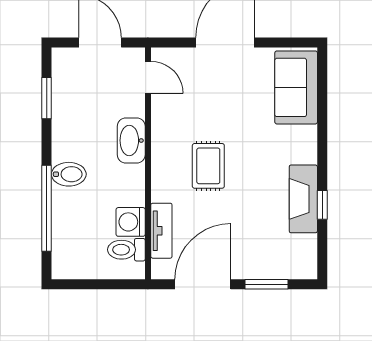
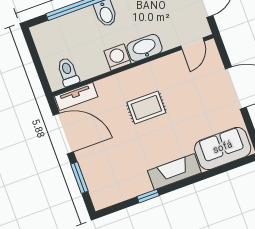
fireplace: (303, 199) -> (174, 172), moved
washing machine: (131, 222) -> (117, 57), moved
tv unit: (161, 231) -> (76, 96), moved

